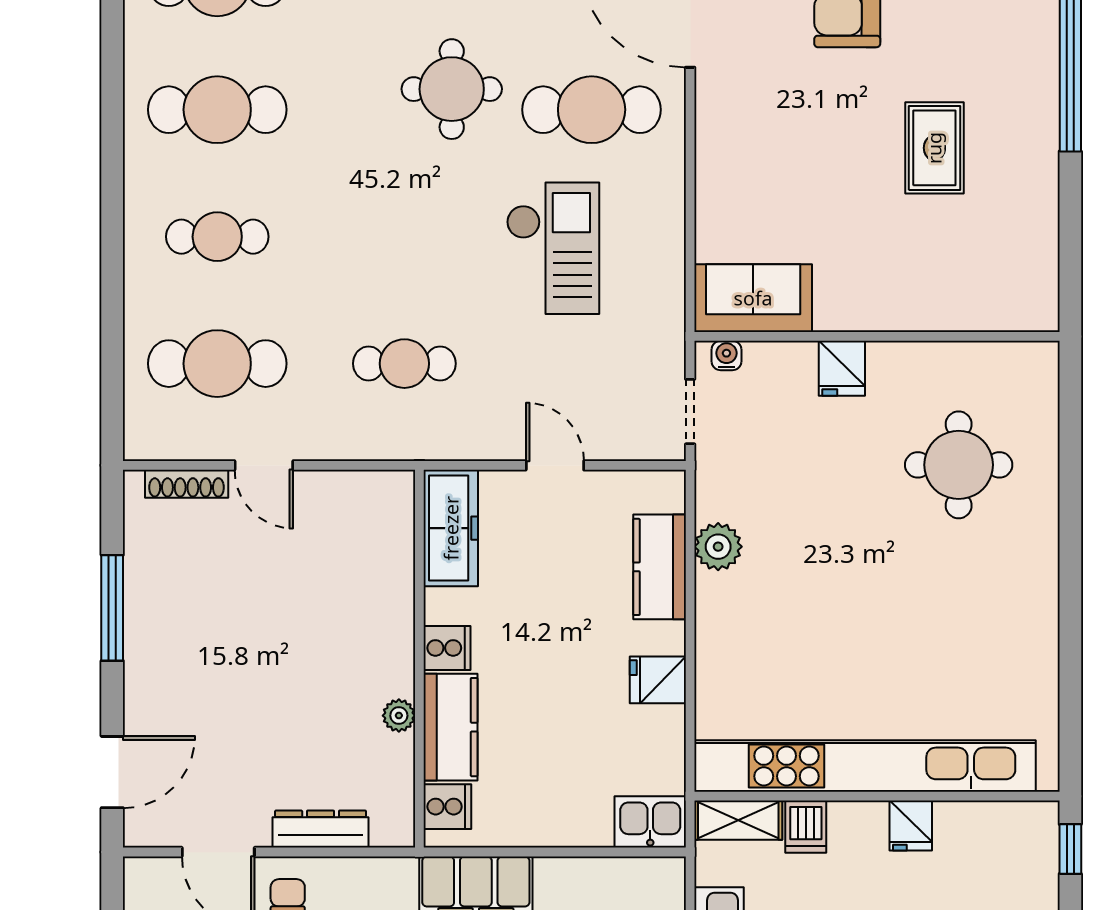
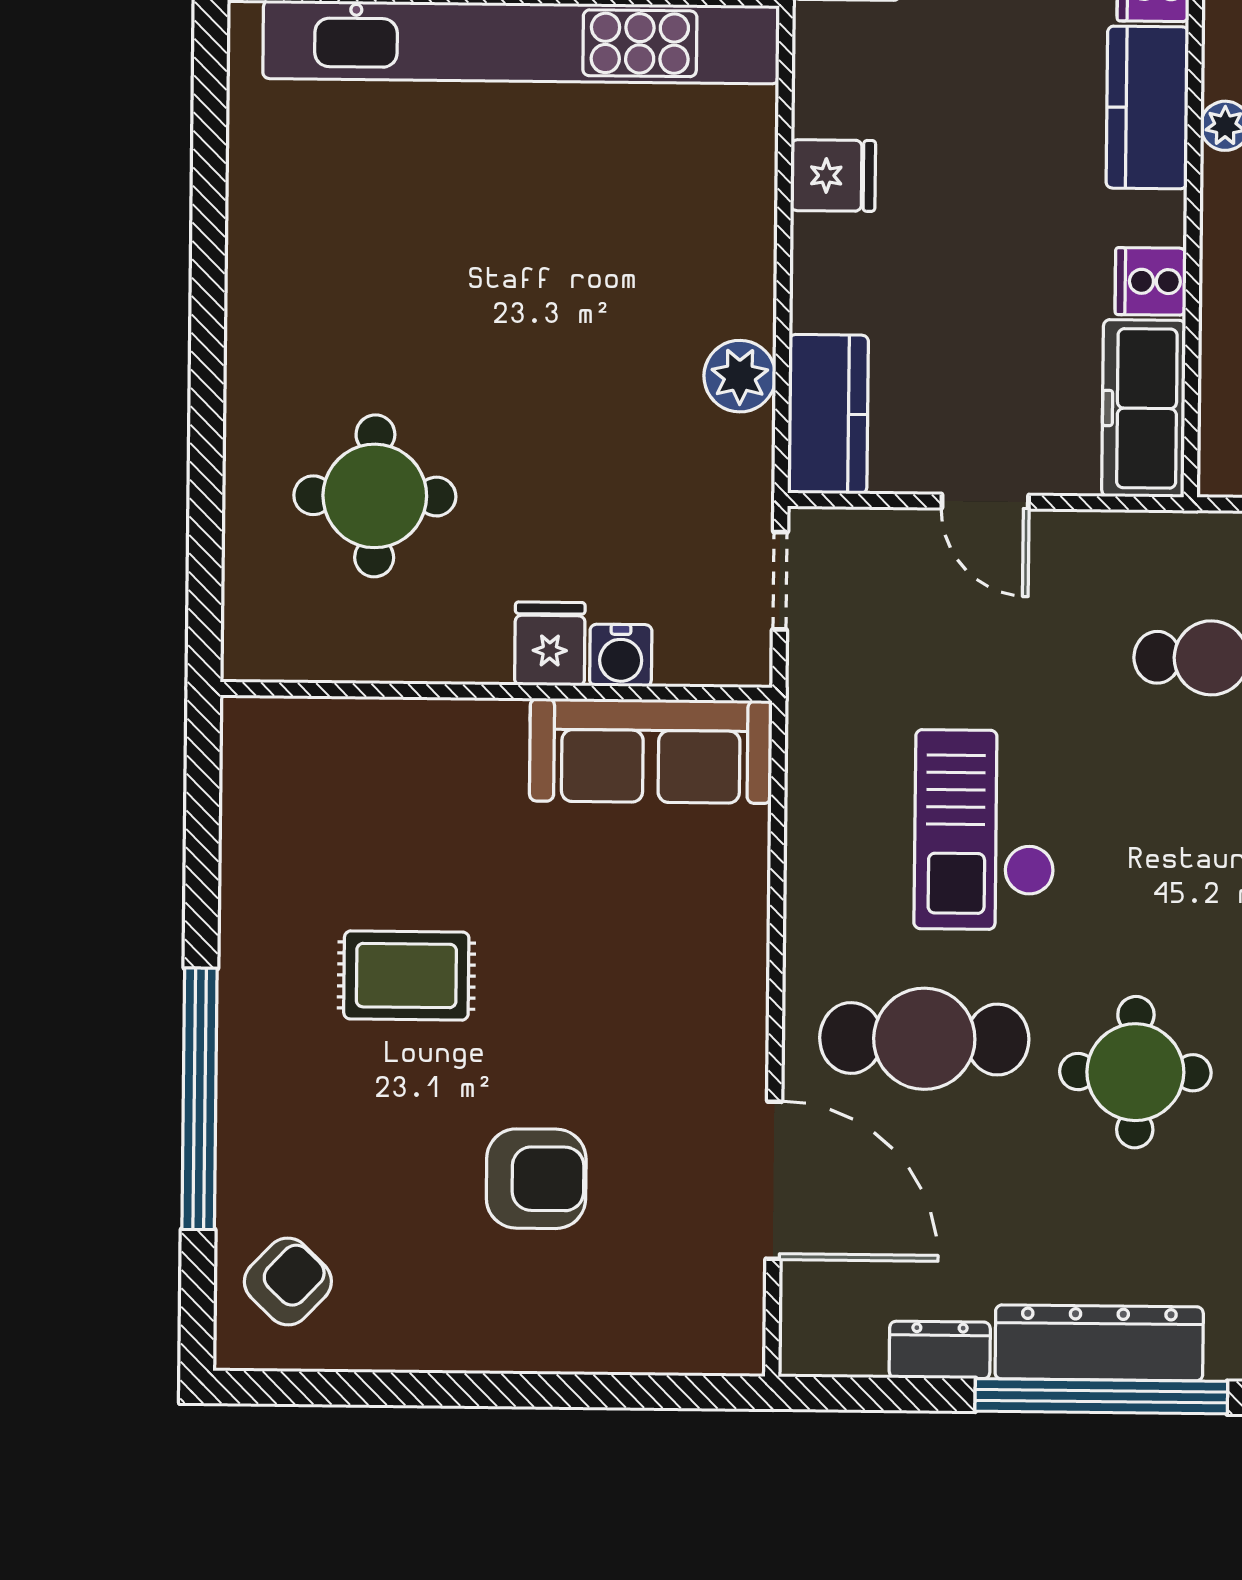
rug: (934, 148) -> (406, 976), turned 90
sofa: (753, 298) -> (651, 751), width x1.36
water cooler: (726, 355) -> (621, 655), moved, width x1.38, depth x1.38
kitchen counter: (660, 567) -> (828, 414), moved
cooker: (447, 648) -> (1151, 281), moved

